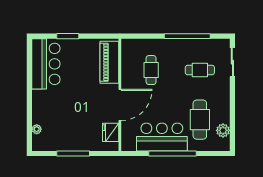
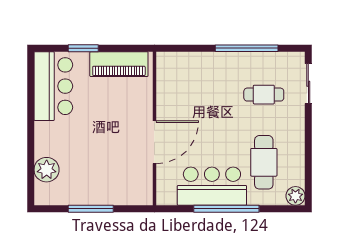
piano: (109, 62) -> (119, 64), moved, turned -90
cafe table: (151, 70) -> (197, 95), removed
plant: (37, 129) -> (47, 170), width x1.88, depth x1.88
plant: (223, 130) -> (295, 196), moved
fridge: (111, 132) -> (142, 180), removed

